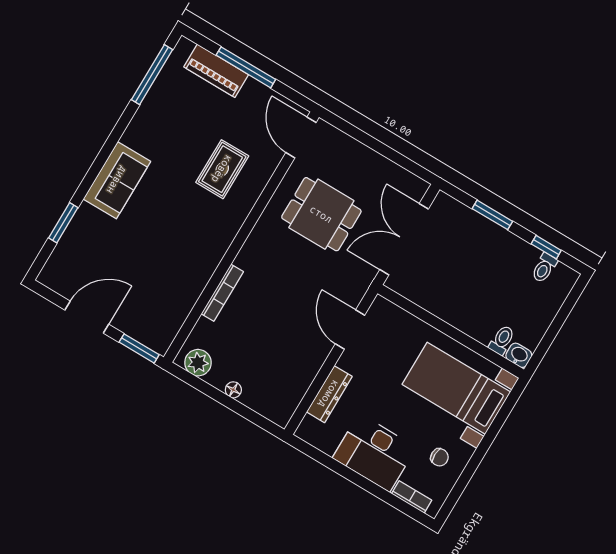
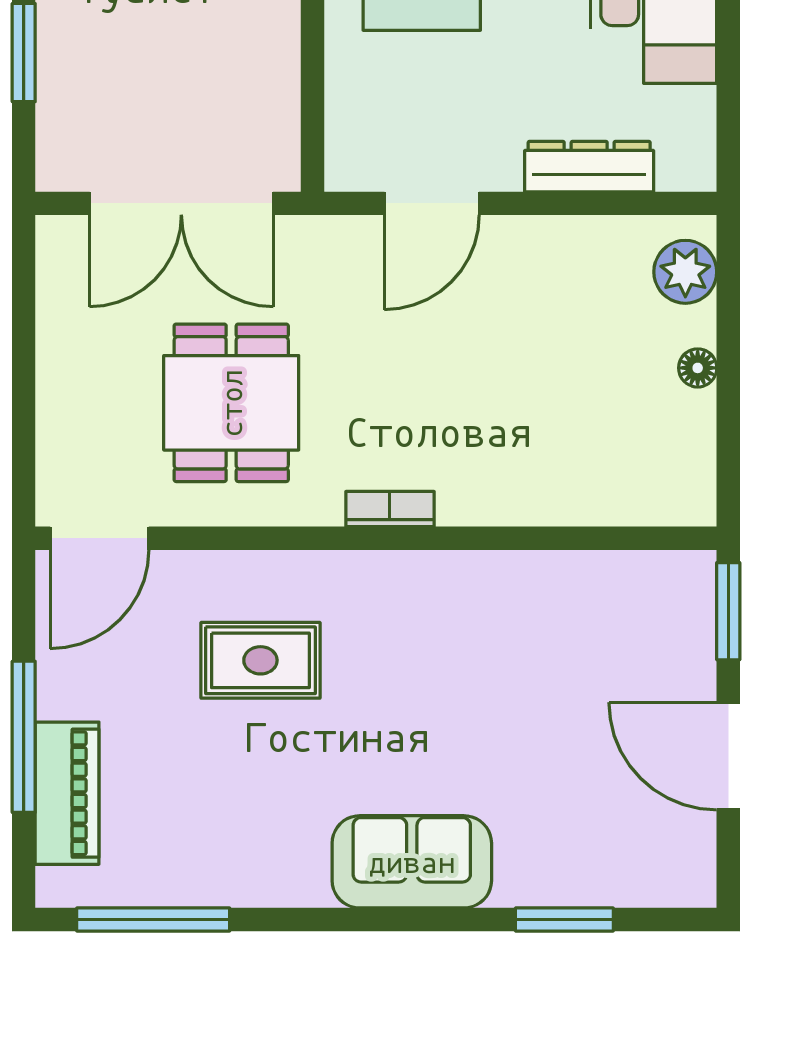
bookcase: (222, 293) -> (390, 509), moved, width x0.64
plant: (198, 363) -> (685, 272), moved

